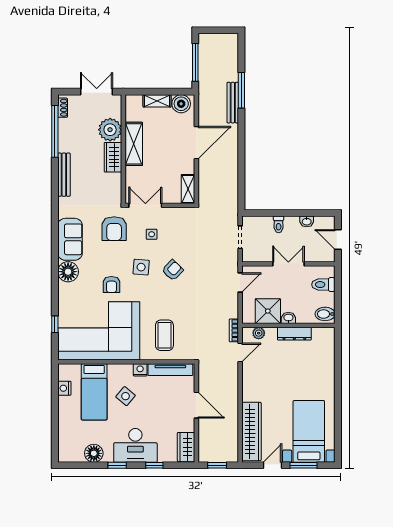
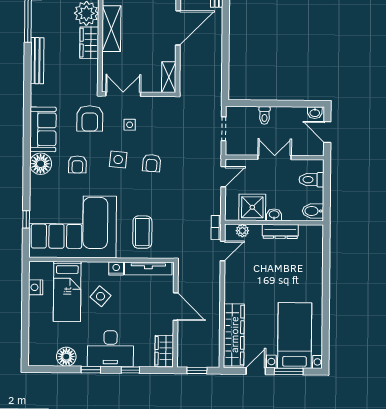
washbasin: (307, 221) -> (315, 113), moved
armchair: (173, 270) -> (152, 163), turned 140
armchair: (111, 285) -> (77, 164), moved

